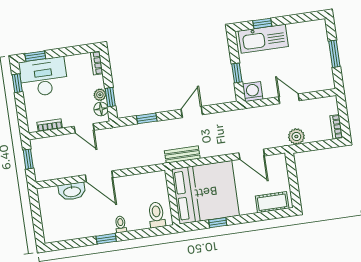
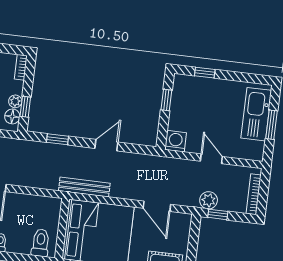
kitchen sink: (263, 39) -> (256, 114), moved, turned 90
window: (237, 73) -> (166, 100), moved
bookcase: (336, 127) -> (254, 194), width x1.56
window: (308, 147) -> (218, 214), added
bench: (182, 155) -> (84, 187), width x1.36

